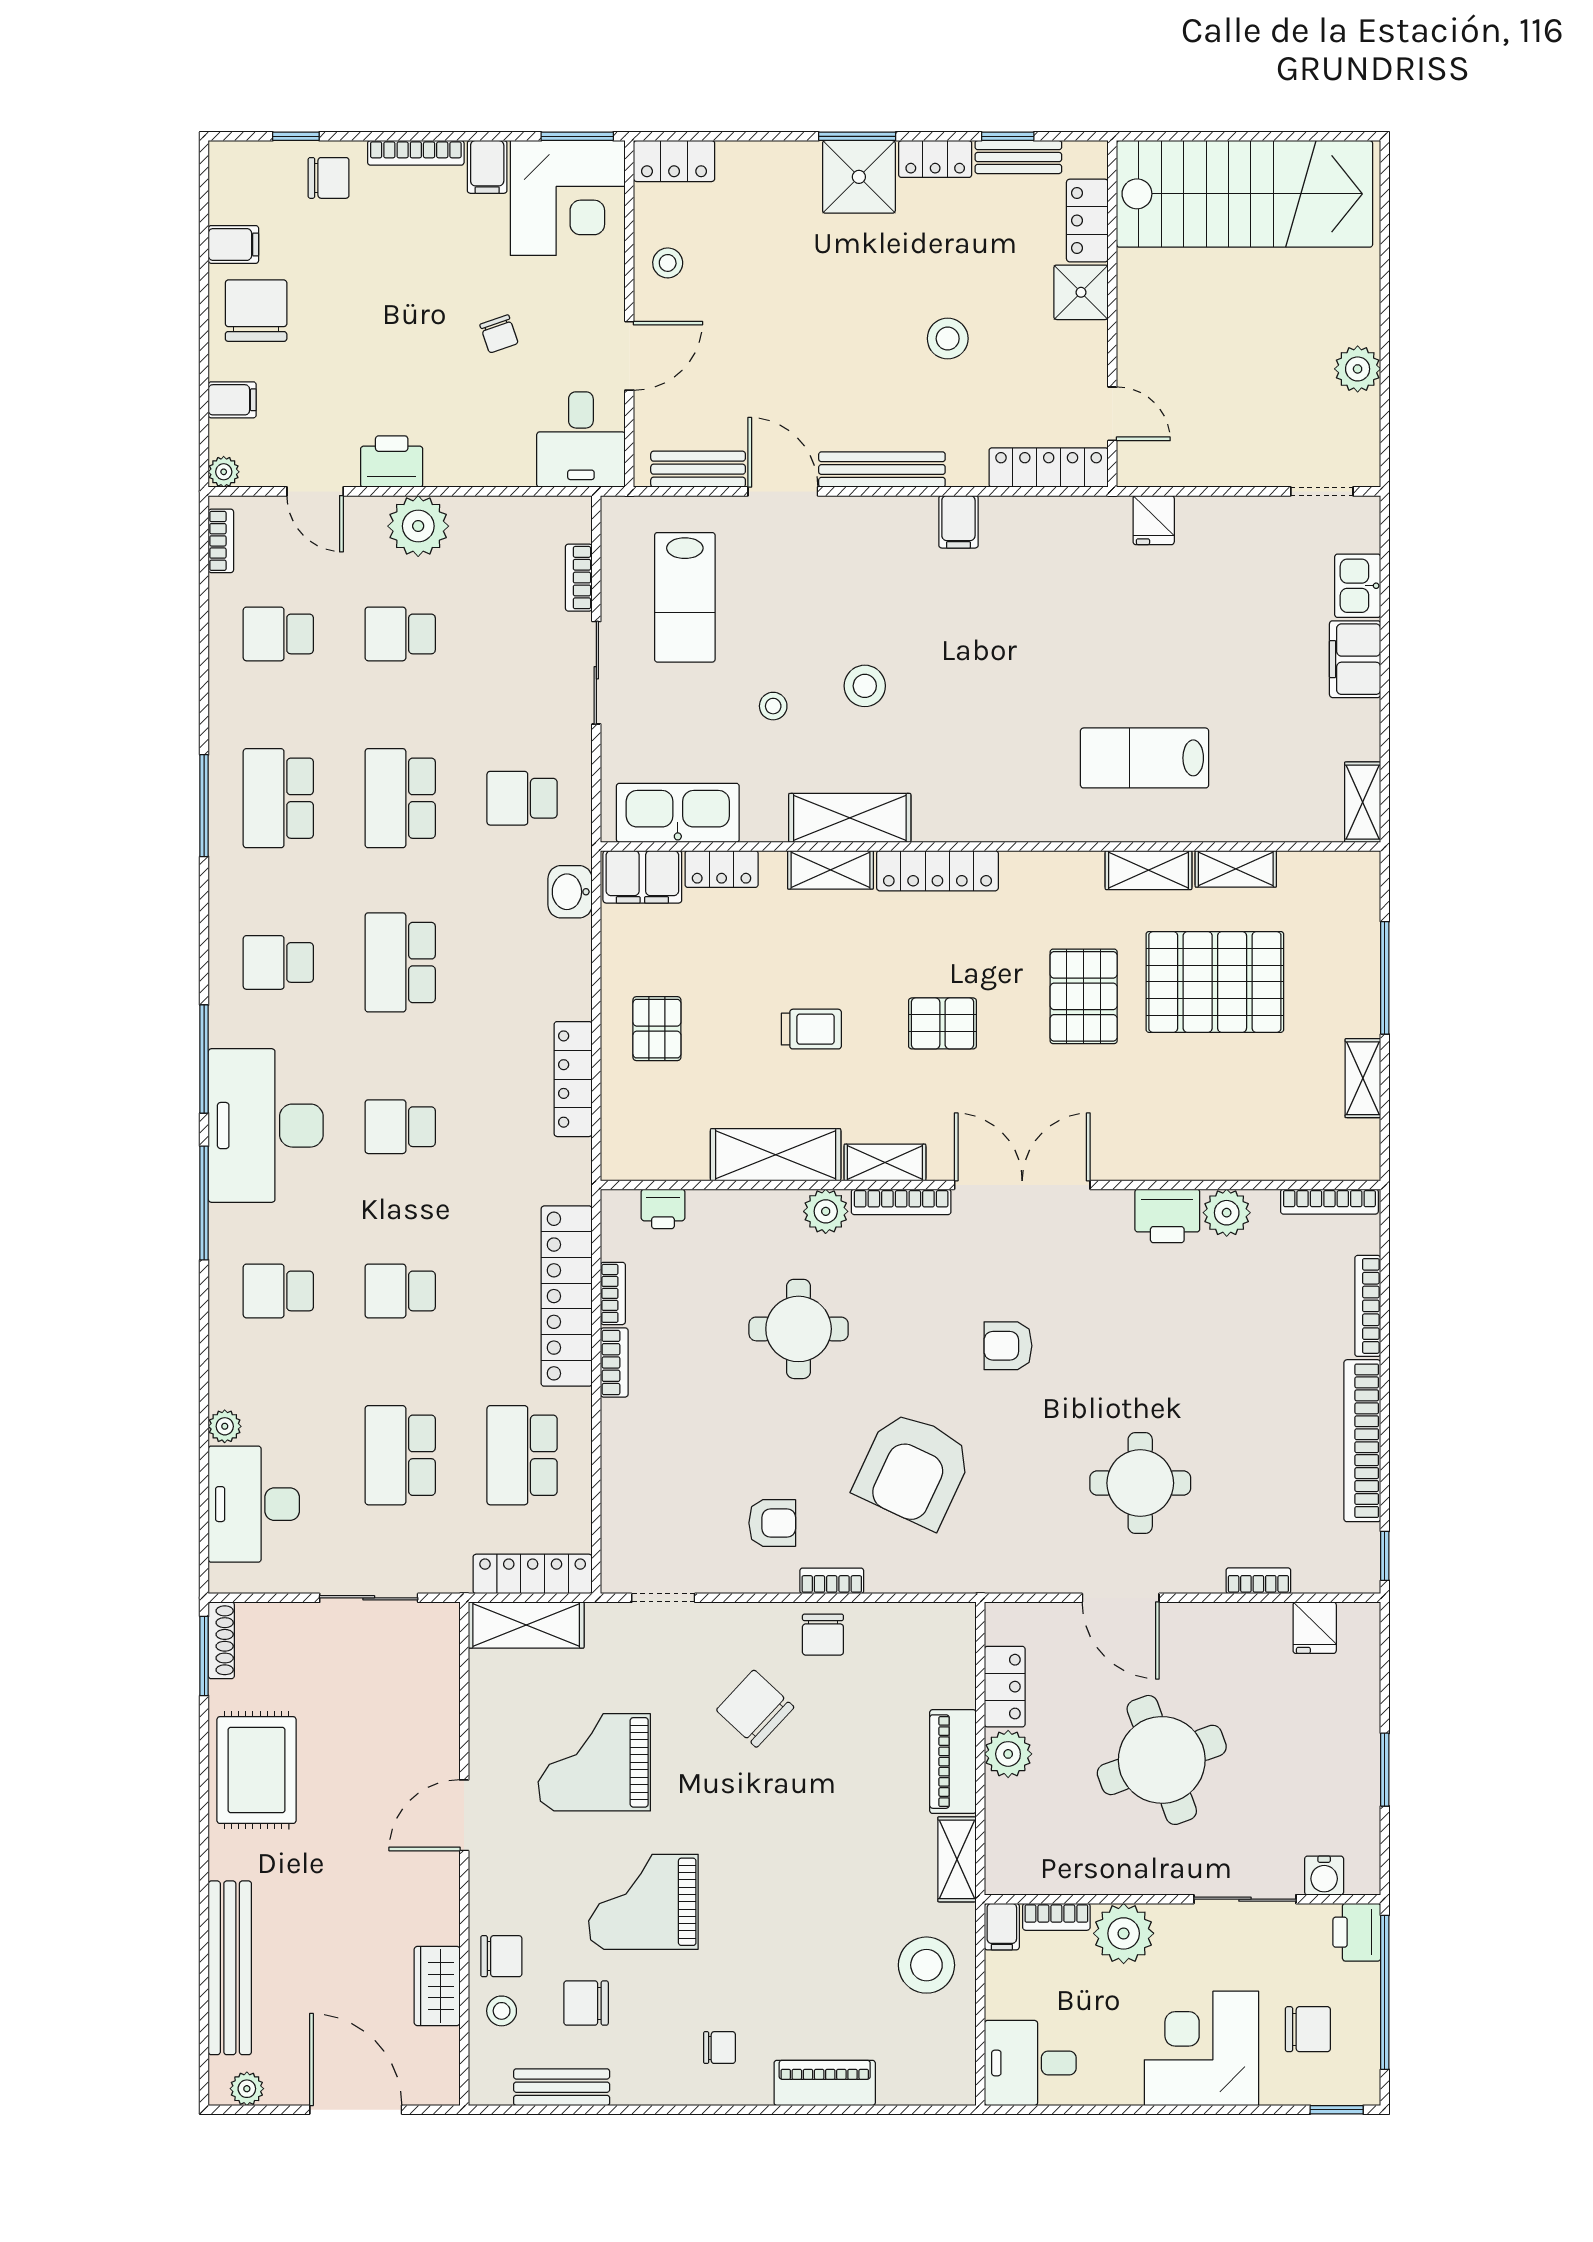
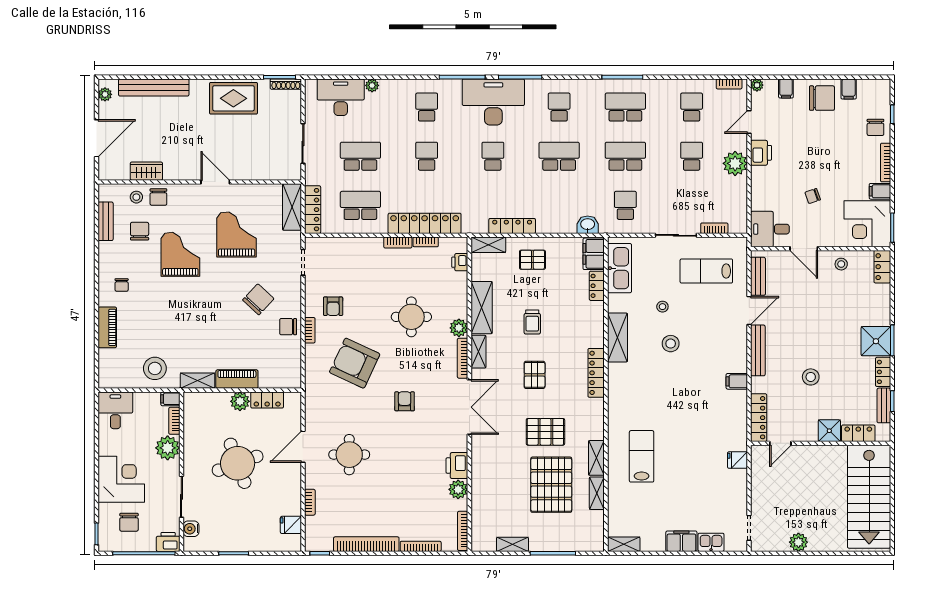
shelving: (830, 870) -> (488, 245), moved, turned 90

